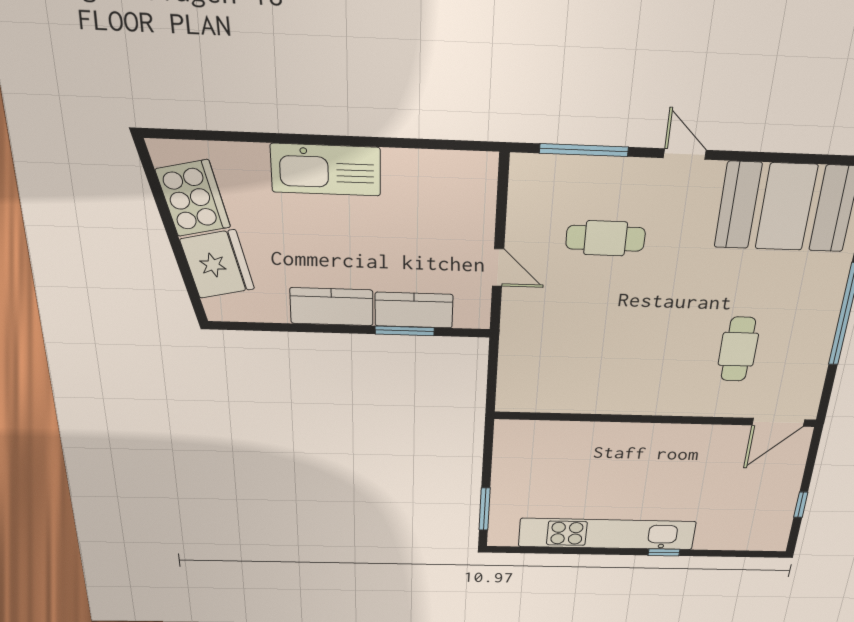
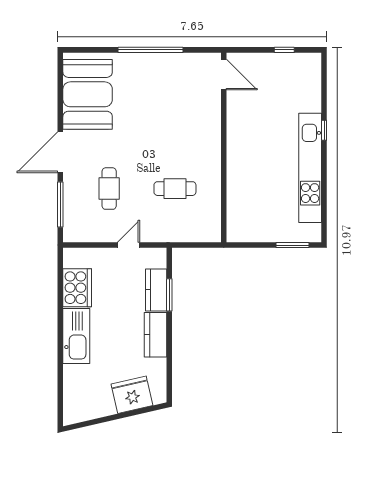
door: (685, 154) -> (60, 152), width x1.87
cooker: (193, 198) -> (77, 288), moved, turned 103
cafe table: (738, 349) -> (175, 189), moved

